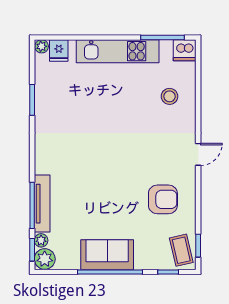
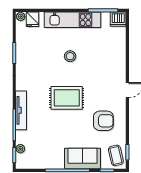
stool: (170, 96) -> (70, 56), moved
rug: (109, 166) -> (67, 98), added
tv unit: (42, 204) -> (21, 110), moved
sofa: (107, 255) -> (83, 158), moved
plant: (45, 259) -> (23, 161), removed

